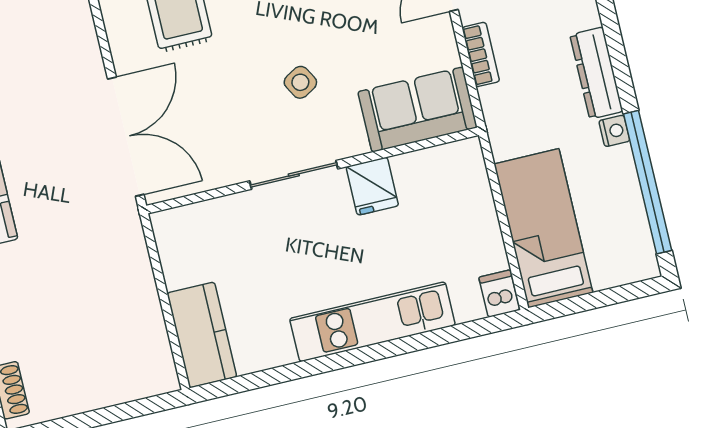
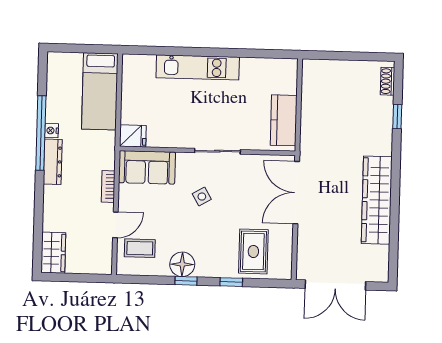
window: (648, 182) -> (41, 133), moved
fridge: (372, 186) -> (133, 136), moved, turned 90
dishwasher: (499, 294) -> (131, 65), removed
kitchen counter: (202, 335) -> (284, 120), moved

